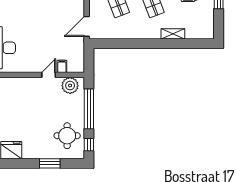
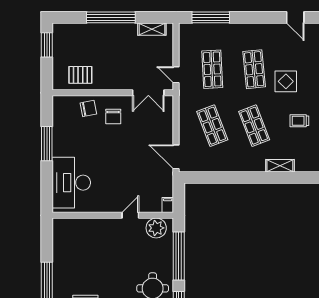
door: (87, 26) -> (176, 157), hinge flipped
filing cabinet: (62, 66) -> (168, 205), moved

